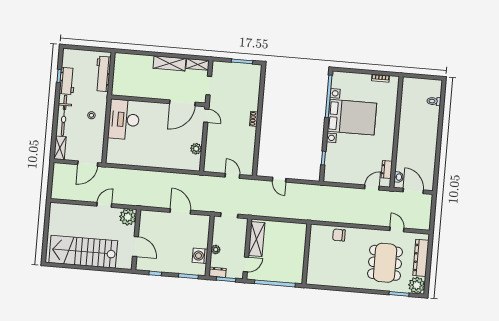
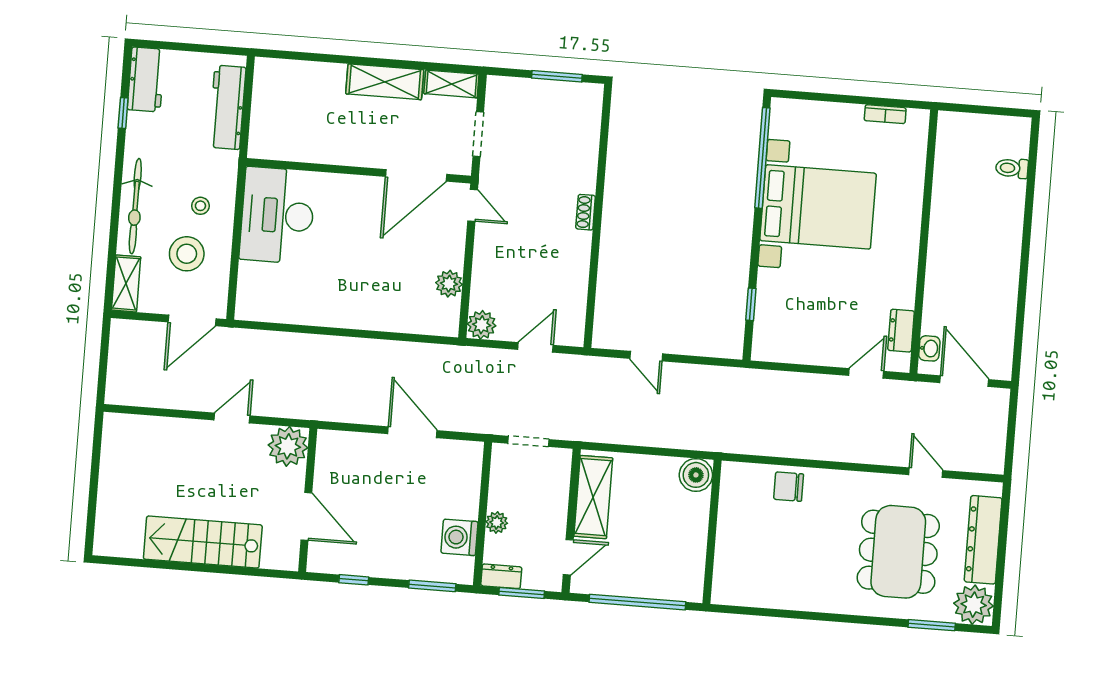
workbench: (67, 81) -> (146, 80), moved
stool: (86, 136) -> (187, 254), added
plant: (210, 166) -> (482, 325), added
door: (232, 176) -> (535, 347), hinge flipped
boiler: (300, 230) -> (696, 475), added
stairs: (83, 252) -> (203, 542), width x0.73, depth x0.66

